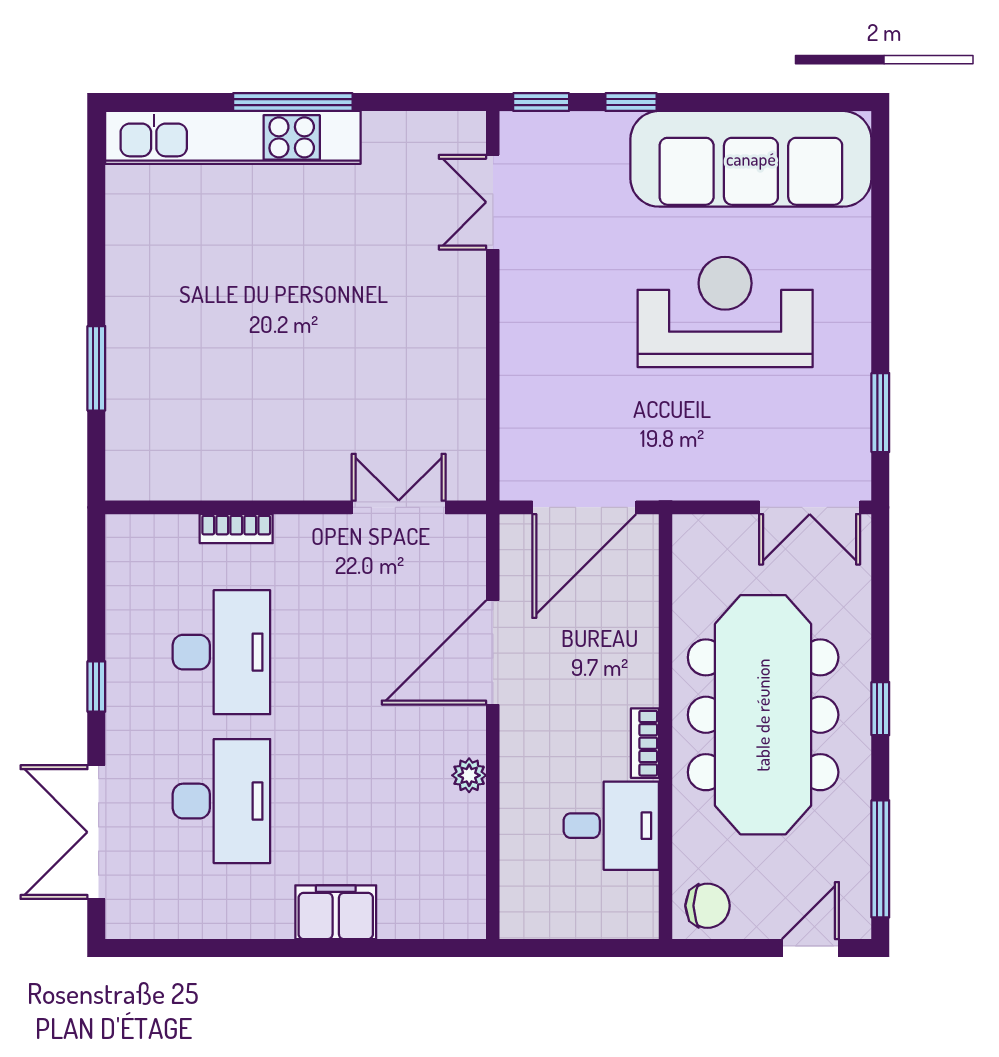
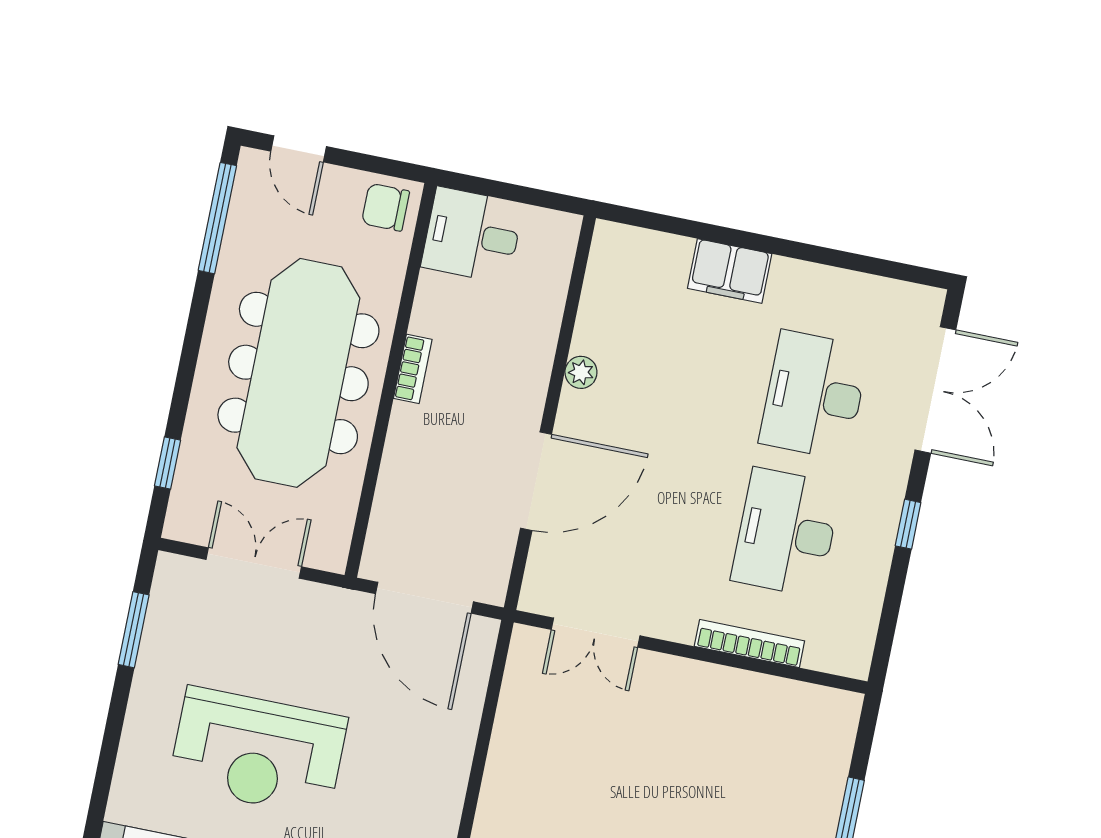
door: (584, 507) -> (424, 598), swing flipped
double door: (810, 507) -> (254, 563), moved
bookcase: (236, 529) -> (749, 644), width x1.56
window: (880, 709) -> (168, 463), moved
desk: (611, 826) -> (472, 235), moved
door: (810, 948) -> (299, 149), hinge flipped

